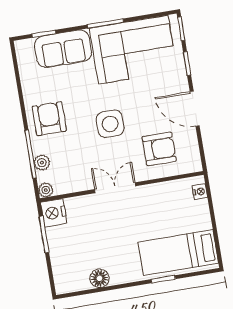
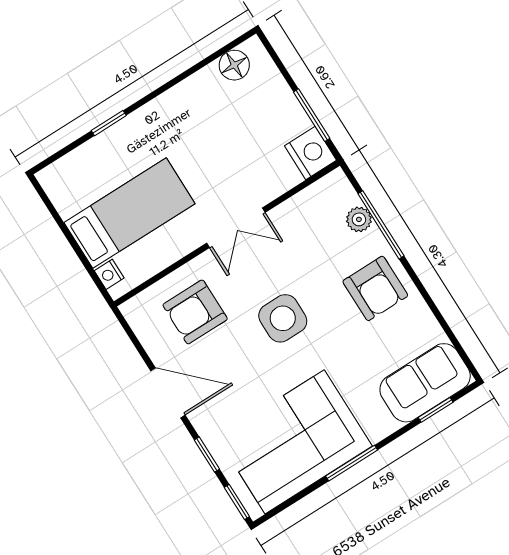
sofa: (63, 49) -> (425, 383), moved
plant: (46, 190) -> (336, 182), removed
bed: (178, 253) -> (129, 213), moved
floor lamp: (100, 278) -> (234, 65), moved

